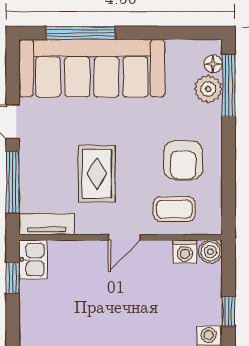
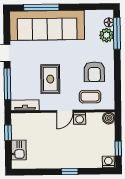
washing machine: (185, 252) -> (80, 118), moved
kitchen sink: (33, 259) -> (19, 150), moved

